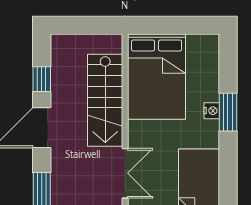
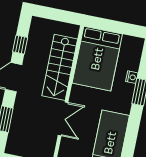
nightstand: (212, 111) -> (132, 77), moved

